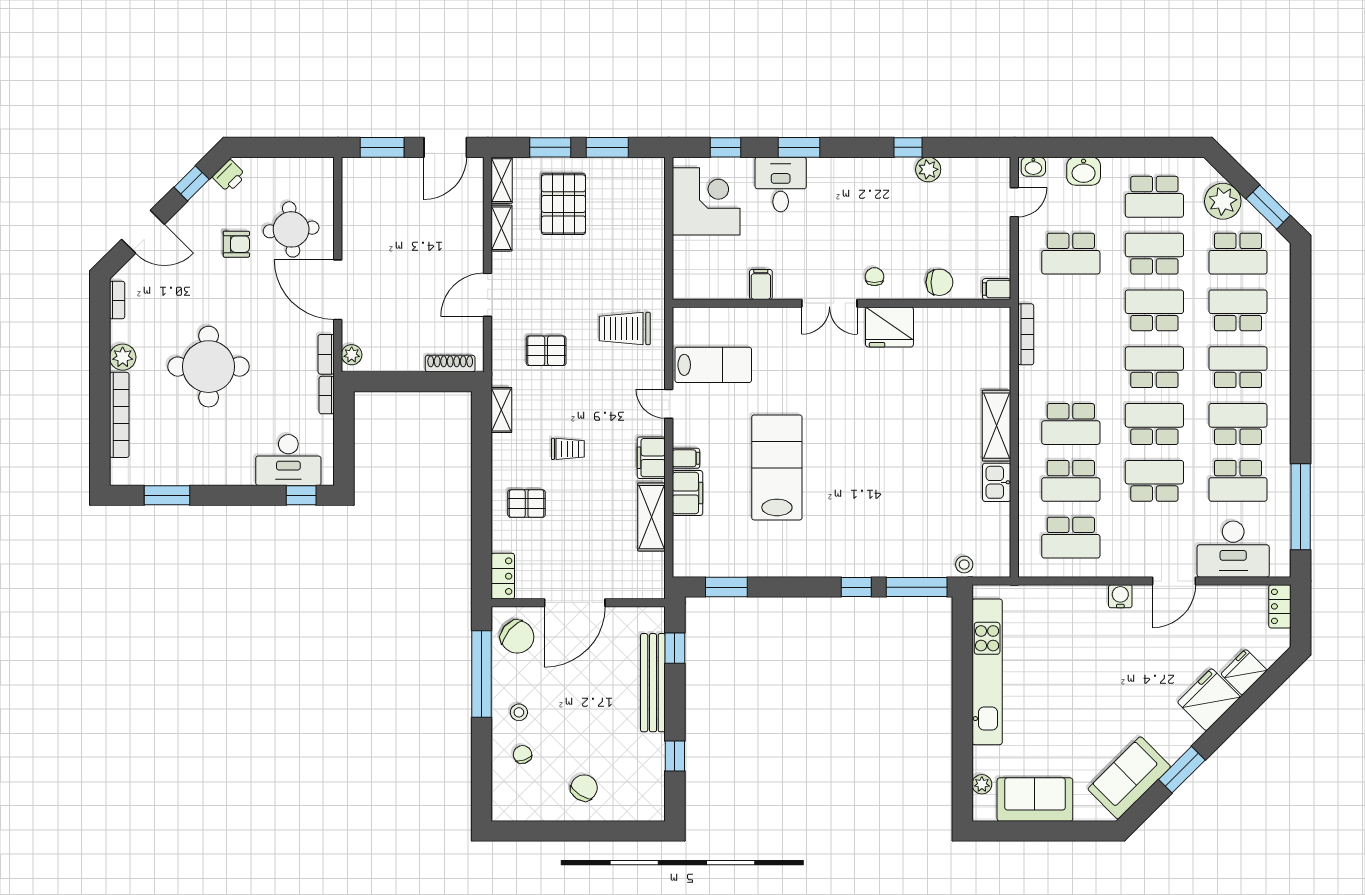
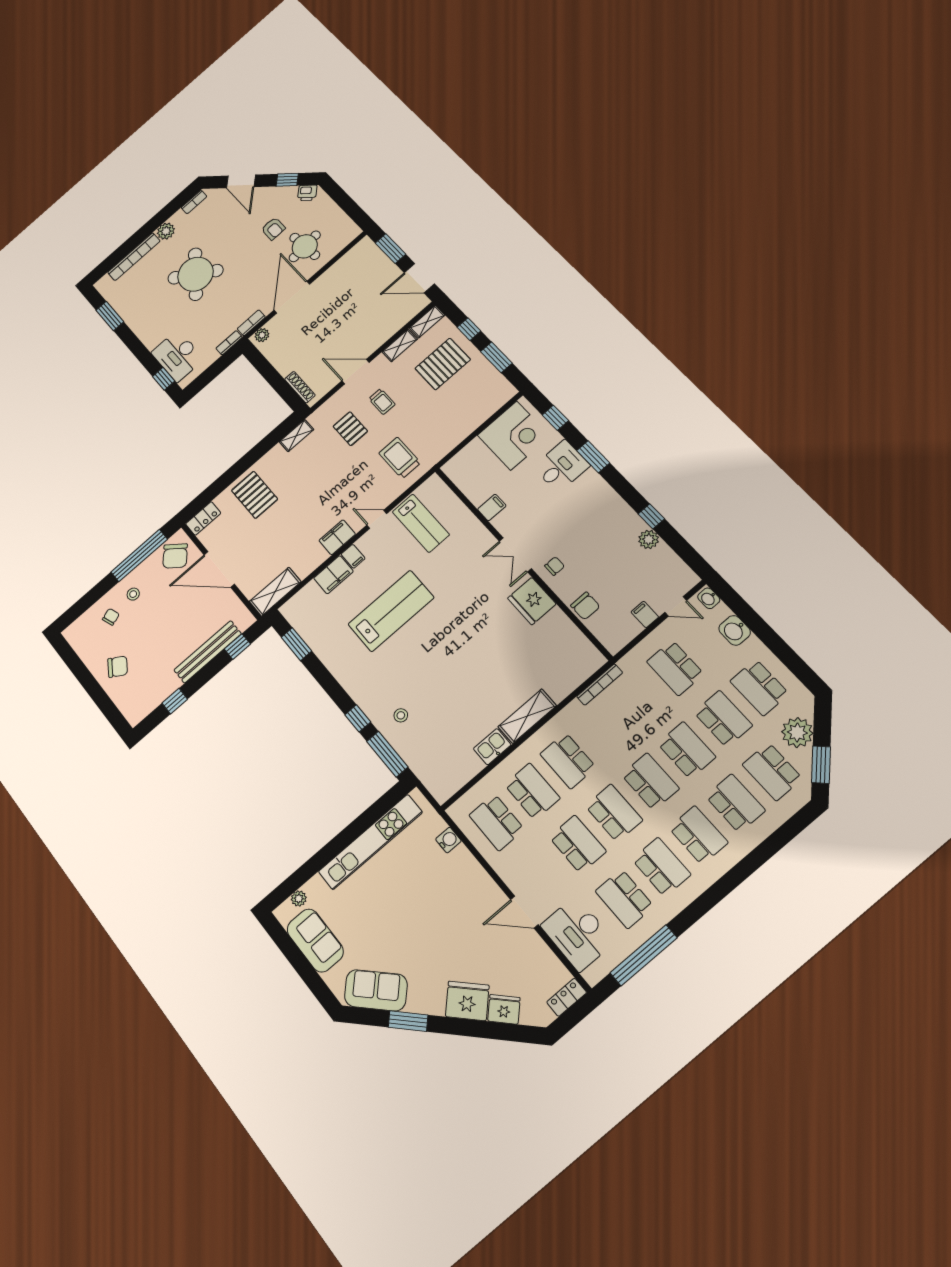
window: (550, 147) -> (469, 329), width x0.67
filing cabinet: (997, 289) -> (645, 614), moved
round table: (209, 367) -> (196, 274), turned 36
door: (669, 404) -> (377, 519), hinge flipped
trolley: (568, 449) -> (382, 402), moved
school desk: (1071, 481) -> (532, 791), turned 180
pallet: (527, 504) -> (255, 495), width x1.50, depth x1.42
shelving: (652, 517) -> (275, 592), moved
stool: (964, 565) -> (401, 715), moved
water cooler: (1120, 596) -> (448, 840), moved

